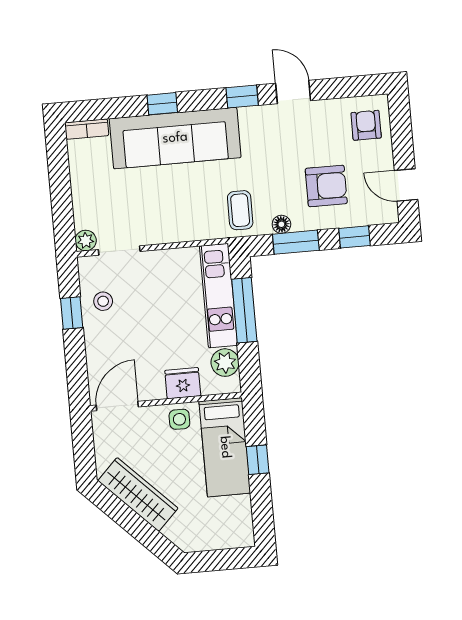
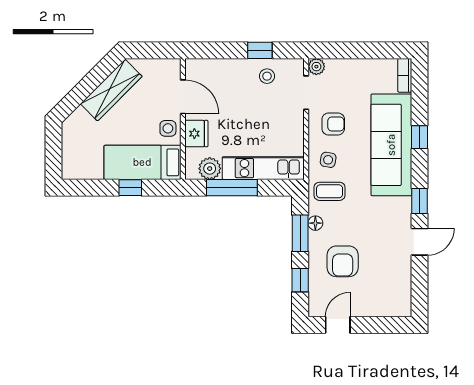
armchair: (366, 125) -> (333, 124), moved
side table: (201, 215) -> (328, 160), added
window: (244, 310) -> (232, 188), moved
door: (117, 406) -> (183, 97), moved

